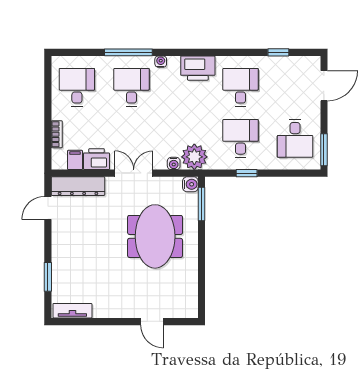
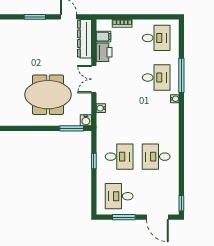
window: (278, 52) -> (181, 203), moved
printer: (198, 68) -> (170, 126), removed
desk: (240, 87) -> (156, 157), turned 180
window: (324, 150) -> (124, 217), moved
plant: (194, 157) -> (106, 123), removed
double door: (134, 173) -> (94, 79), swing flipped
window: (48, 277) -> (35, 17), moved

